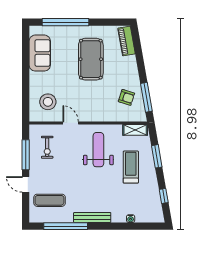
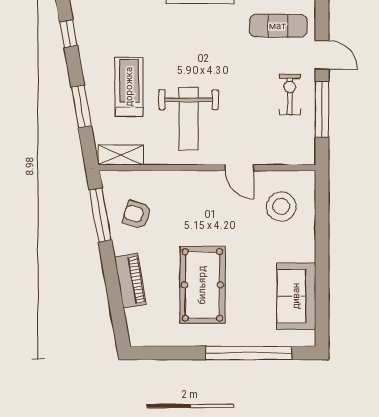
piano: (127, 41) -> (130, 281), moved
exercise bike: (47, 147) -> (290, 94), moved
treadmill: (131, 167) -> (129, 87), turned 180

